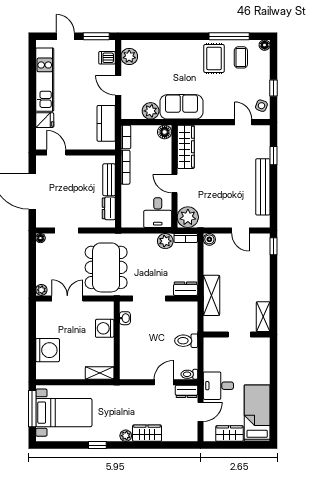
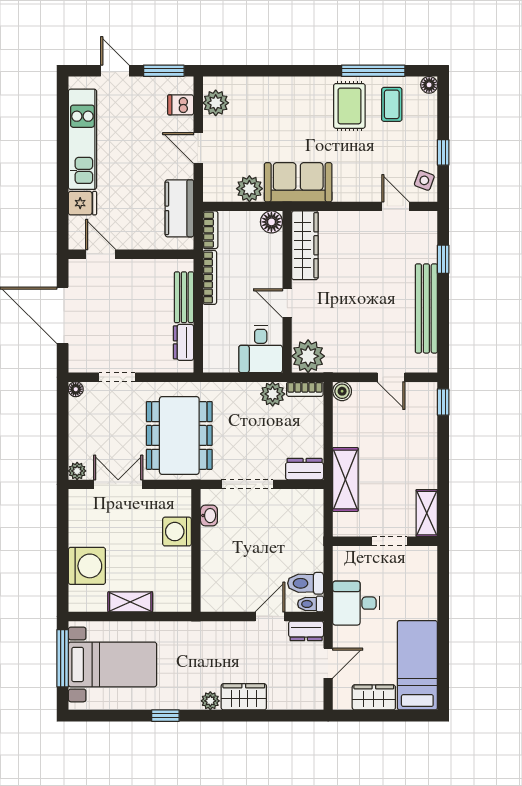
toilet: (186, 341) -> (306, 583), moved
shelving: (100, 373) -> (130, 602), moved
desk: (218, 386) -> (356, 603), moved

